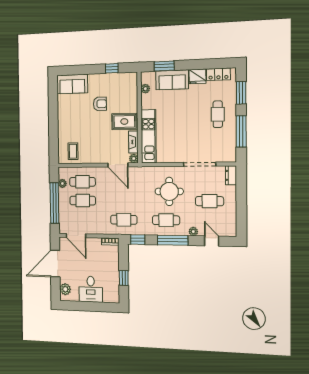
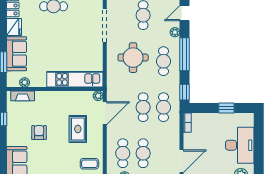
rug: (124, 122) -> (78, 129), moved
fireplace: (133, 142) -> (23, 96), moved
cafe table: (124, 201) -> (143, 107), added
desk: (91, 289) -> (240, 145), width x1.37

